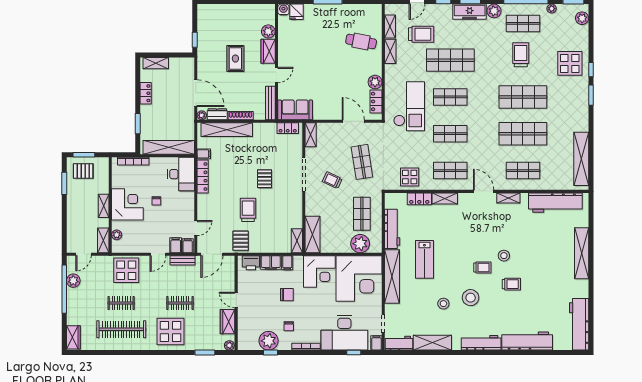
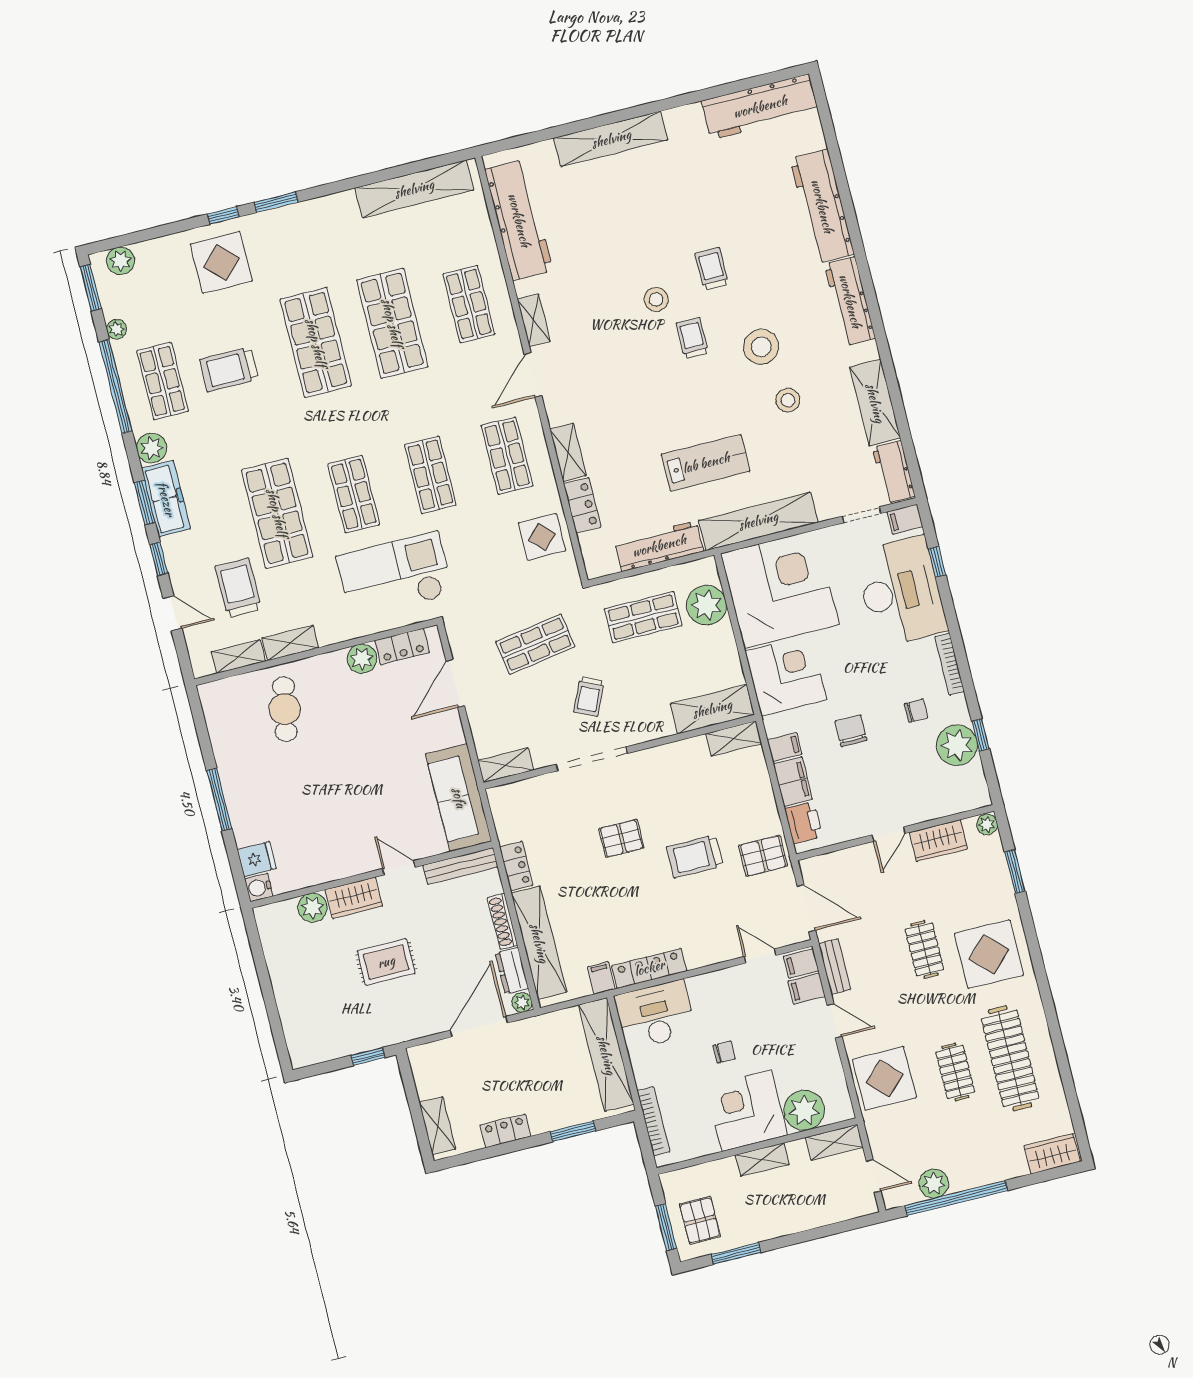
sofa: (295, 110) -> (459, 798), width x1.36
locker: (288, 128) -> (516, 866), moved
plant: (117, 235) -> (804, 1110), width x1.88, depth x1.88

